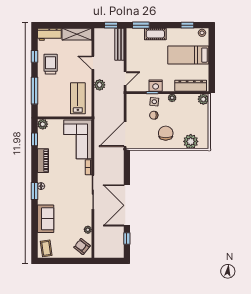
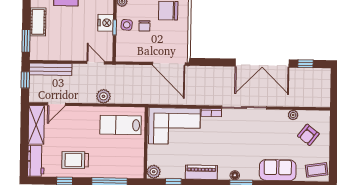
door: (93, 63) -> (56, 104), moved
armchair: (82, 246) -> (308, 135), moved

